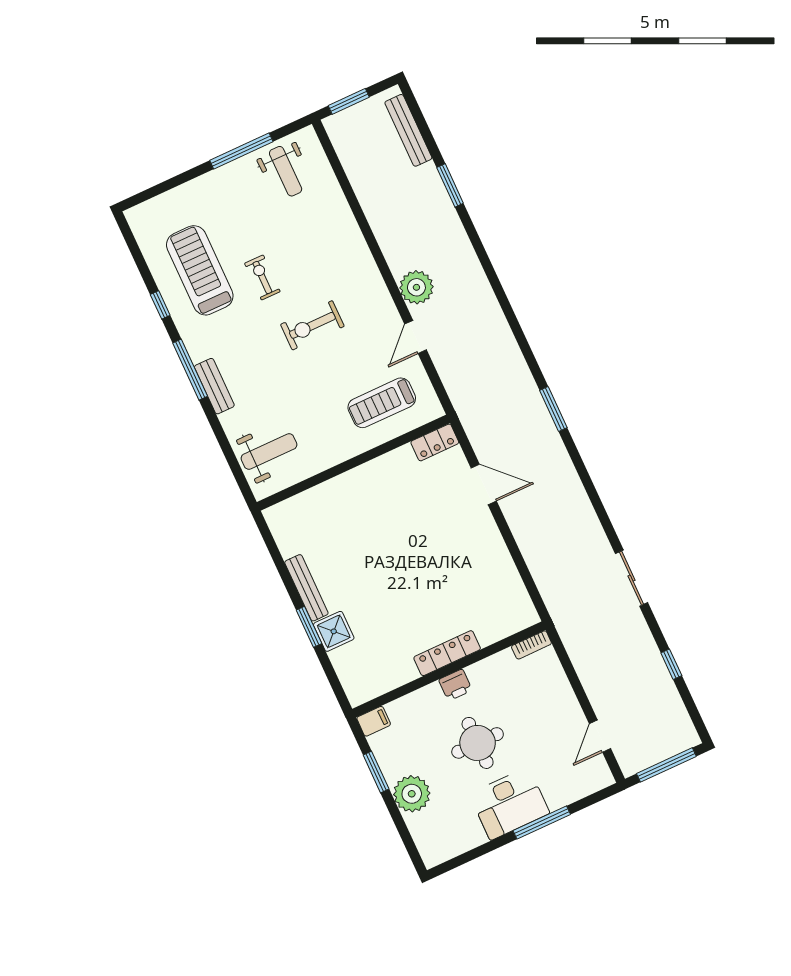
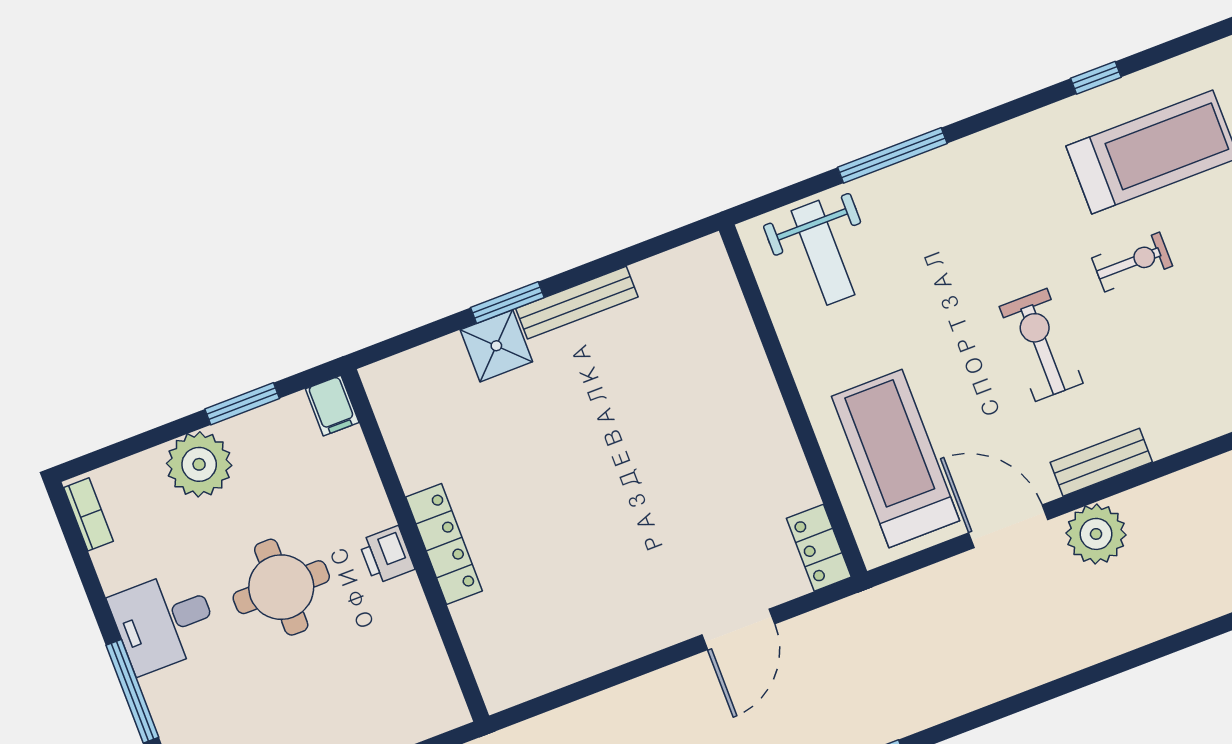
door: (416, 337) -> (1008, 526), width x1.38
window: (190, 370) -> (892, 155), moved
bench: (214, 386) -> (1101, 462), moved
treadmill: (382, 403) -> (896, 458), width x1.37, depth x1.37
bookcase: (531, 645) -> (88, 514), moved, turned 180
desk: (509, 804) -> (164, 621), width x0.73

